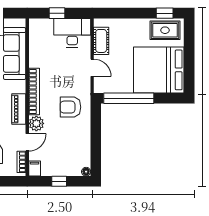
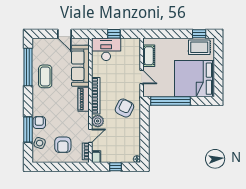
desk: (72, 33) -> (106, 49), moved
armchair: (70, 107) -> (124, 108), turned 116
piano: (19, 109) -> (84, 99), moved

